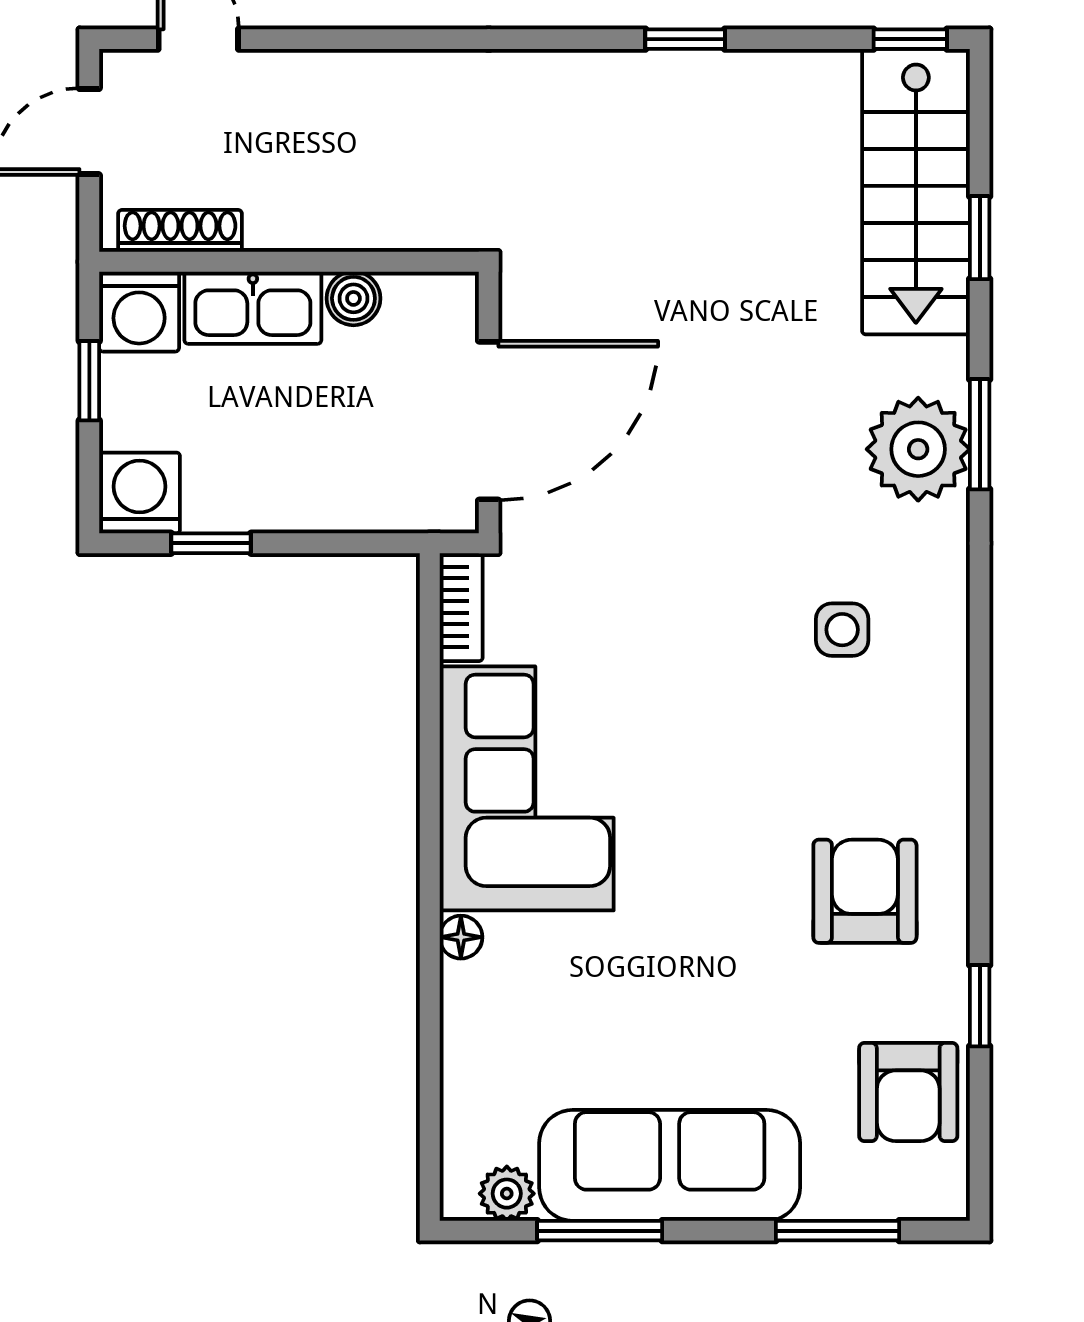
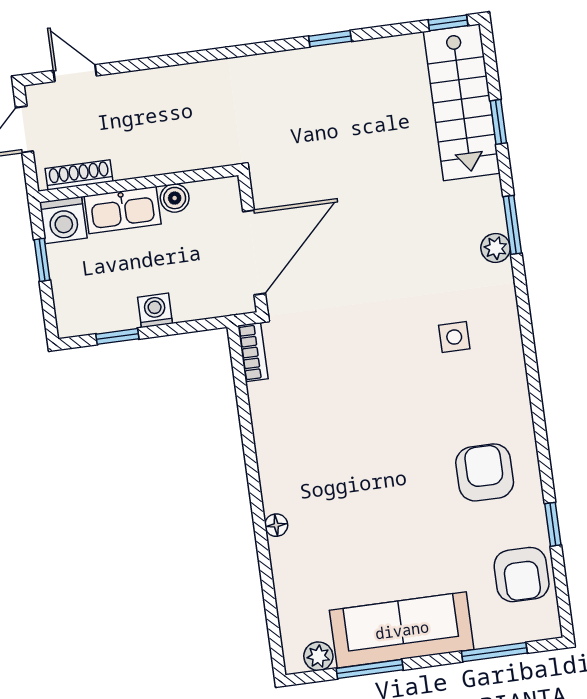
plant: (918, 449) -> (496, 248), width x0.53, depth x0.53
washing machine: (140, 493) -> (155, 310), moved, width x0.73, depth x0.73
corner sofa: (527, 788) -> (300, 443), removed

